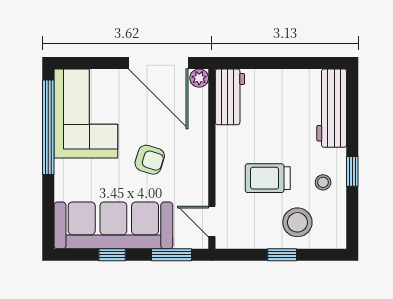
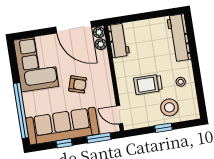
plant: (199, 99) -> (101, 44), added
window: (48, 127) -> (21, 111), moved
window: (352, 171) -> (197, 73), removed

